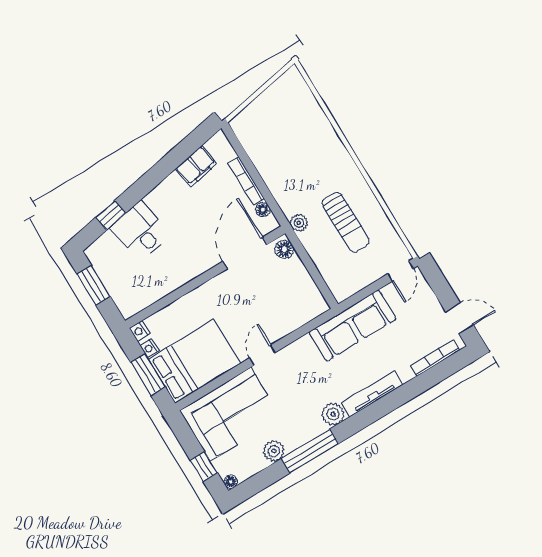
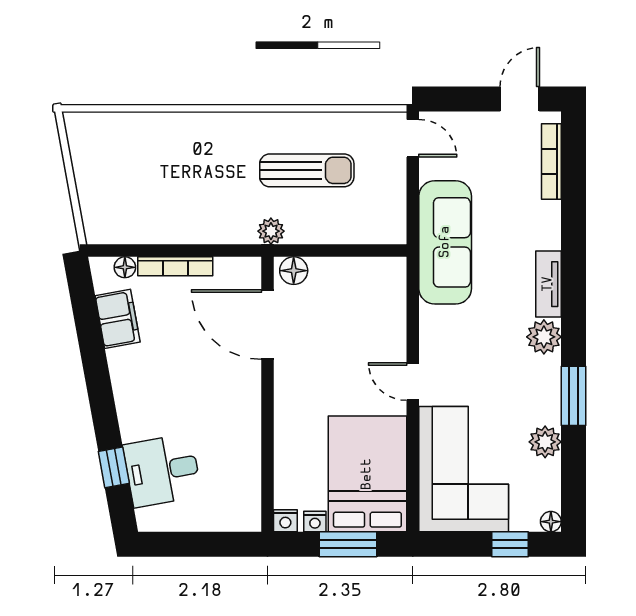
floor lamp: (263, 210) -> (125, 267), moved
desk: (140, 231) -> (162, 470), moved
window: (94, 285) -> (190, 544), removed
tv unit: (372, 394) -> (548, 284), width x0.71
window: (310, 451) -> (573, 396), width x0.69

